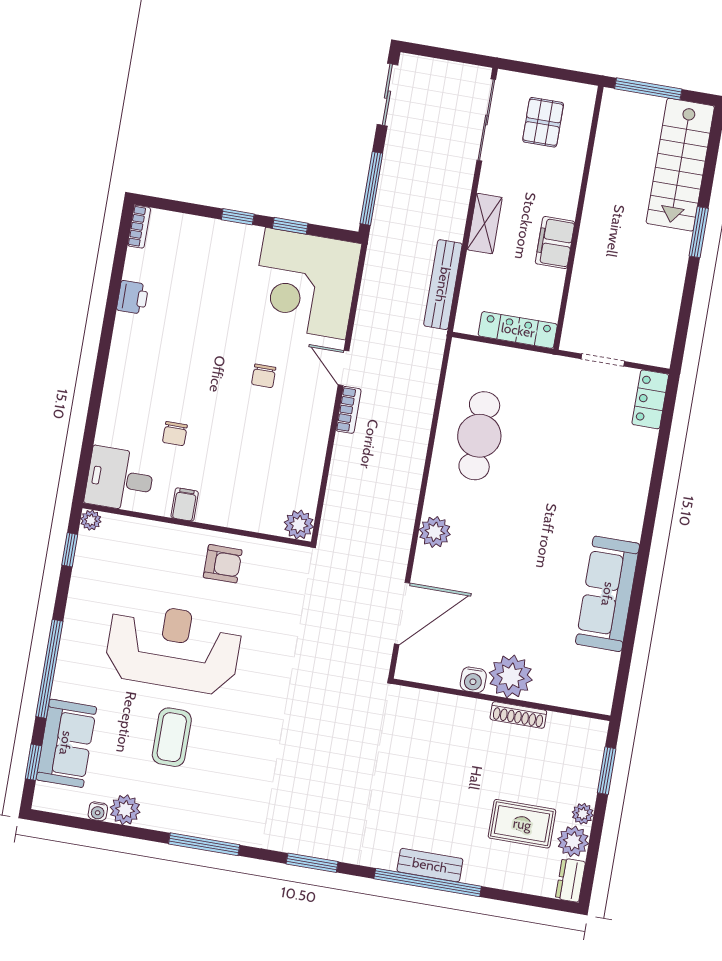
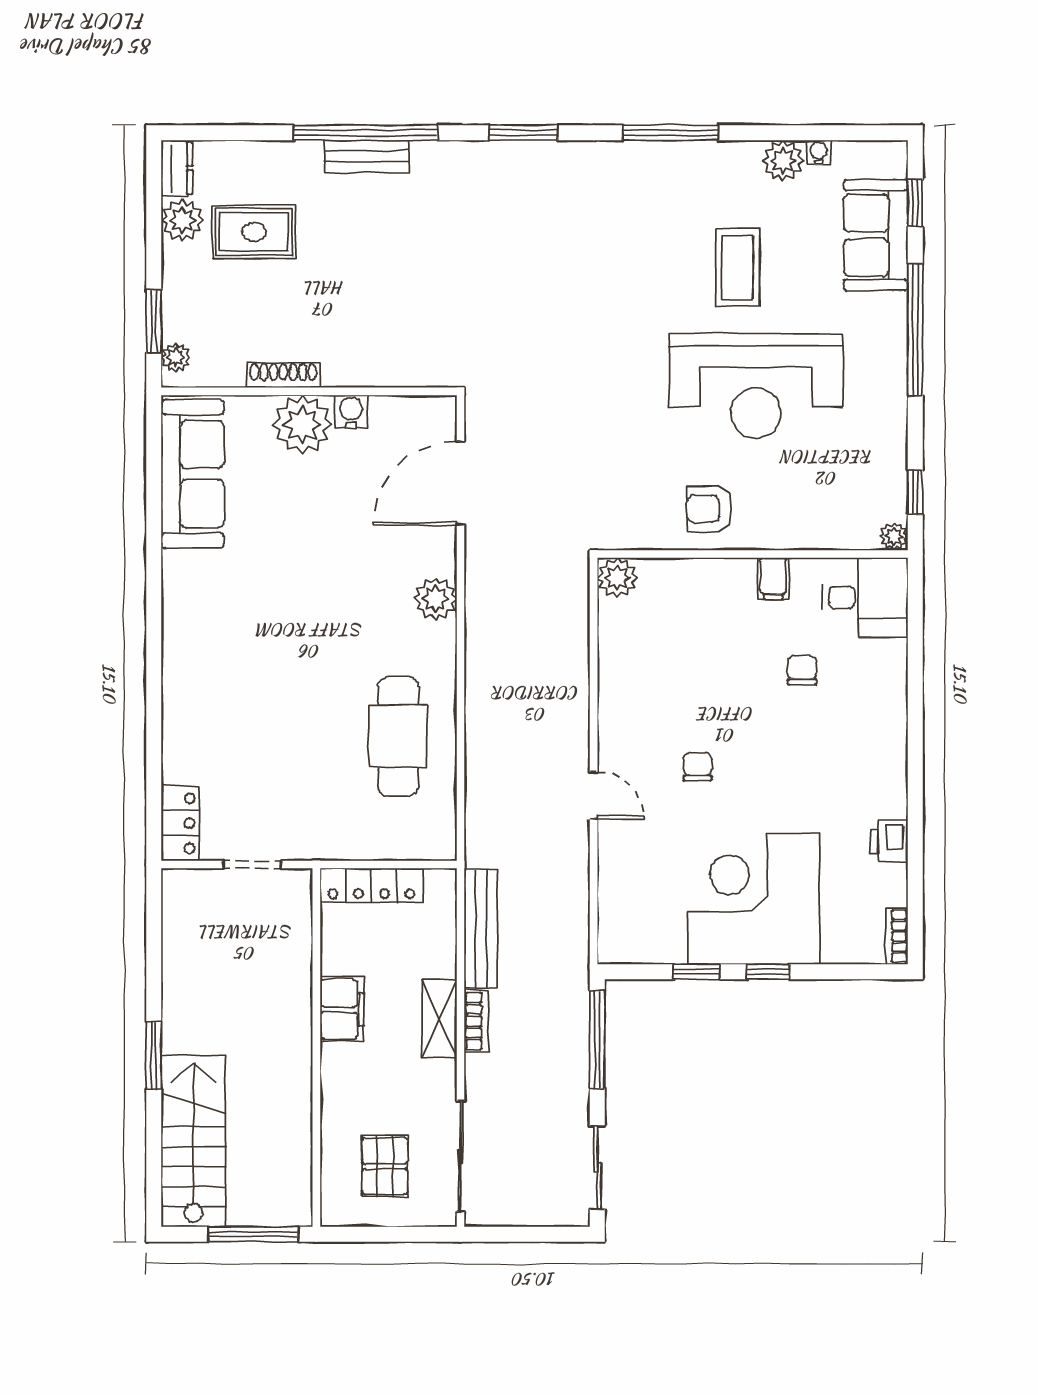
corner desk: (306, 284) -> (754, 899), moved, turned -90
bookcase: (348, 410) -> (477, 1021), moved, turned 180
sofa: (608, 594) -> (193, 474), moved
plant: (583, 814) -> (176, 357), moved

